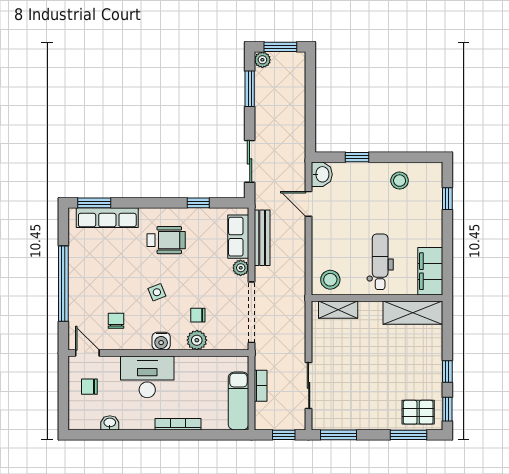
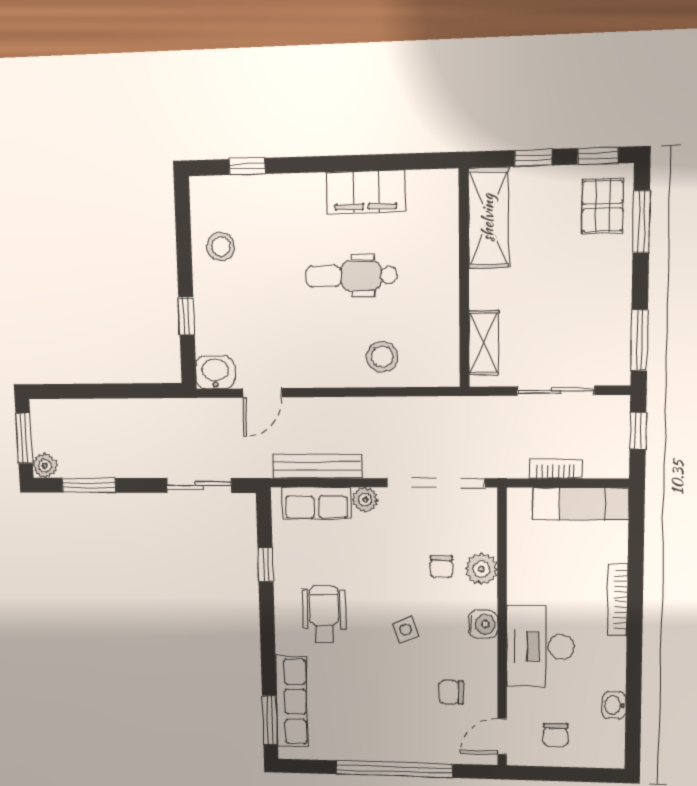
wall: (377, 298) -> (464, 279), moved
shelving: (338, 310) -> (484, 343), moved
shelving: (413, 313) -> (488, 218), moved

